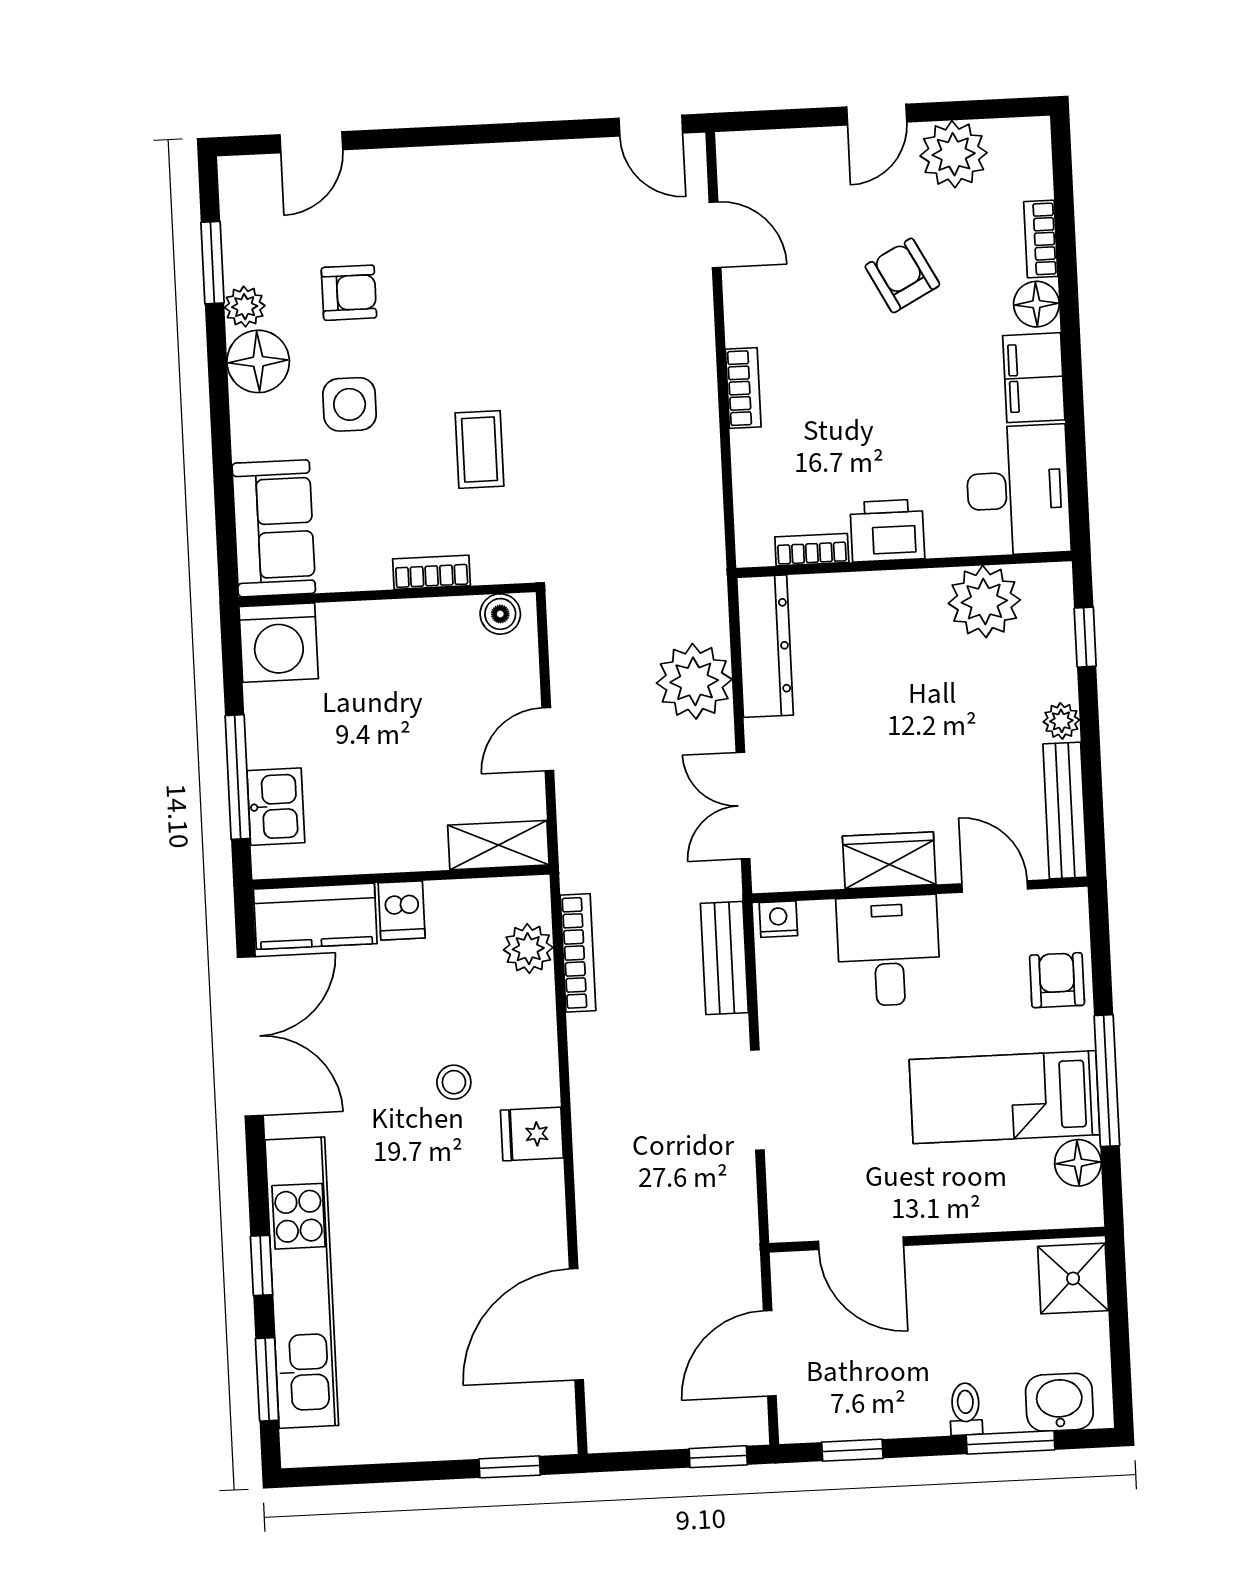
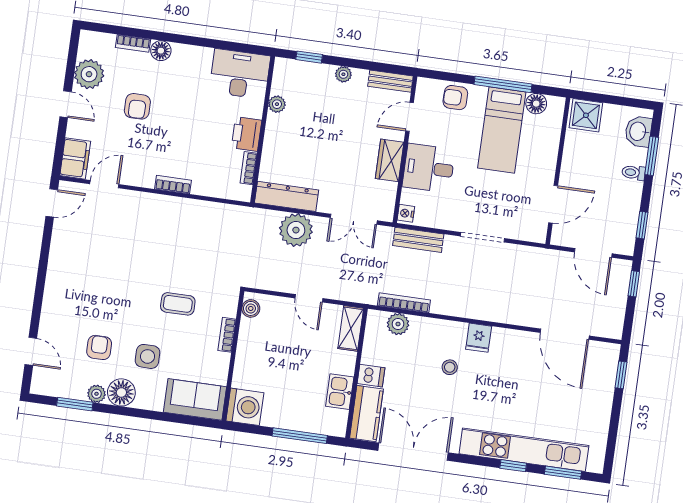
armchair: (902, 275) -> (137, 106), turned -62
filing cabinet: (1034, 378) -> (75, 158), moved, turned -90
plant: (984, 602) -> (277, 104), width x0.53, depth x0.53
kitchen sink: (276, 807) -> (340, 392), moved, turned -90
bench: (1065, 810) -> (390, 81), width x0.73

